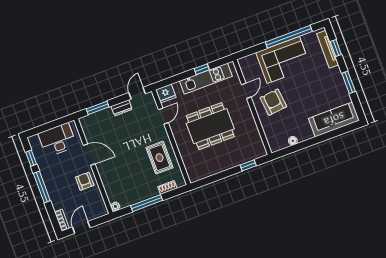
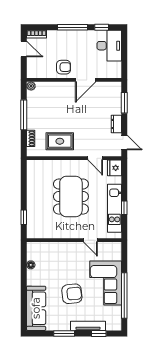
tv unit: (328, 49) -> (88, 326), moved
armchair: (273, 102) -> (72, 294), moved
desk: (57, 140) -> (109, 46), moved

